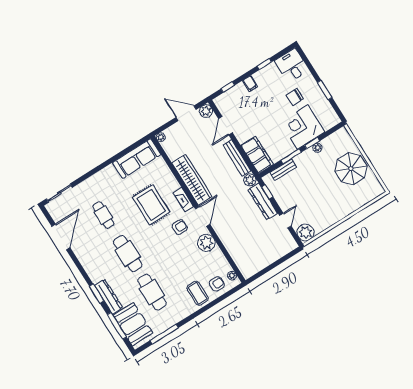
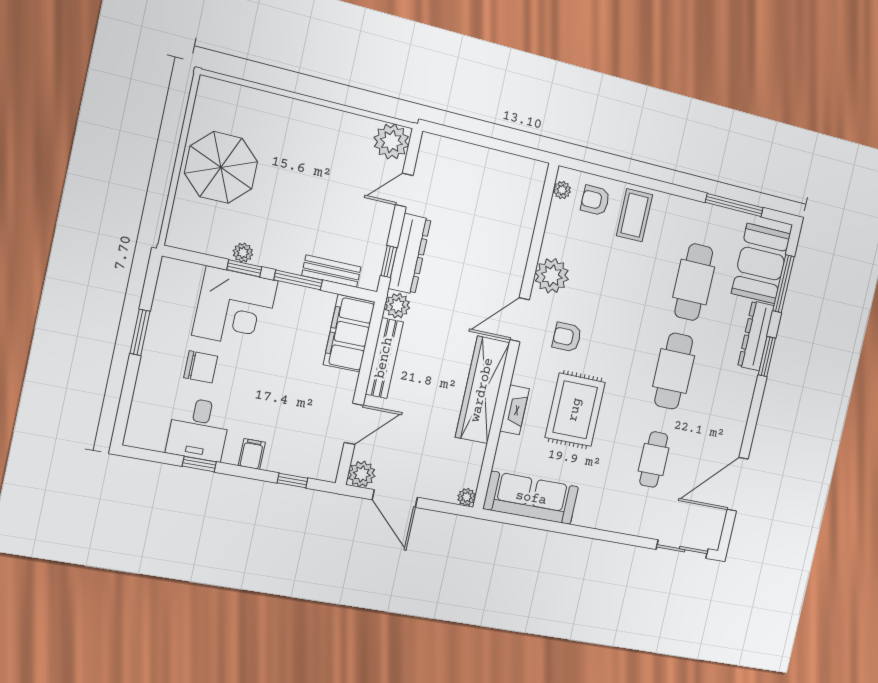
desk: (292, 65) -> (199, 429), moved
fireplace: (183, 199) -> (515, 410), moved

